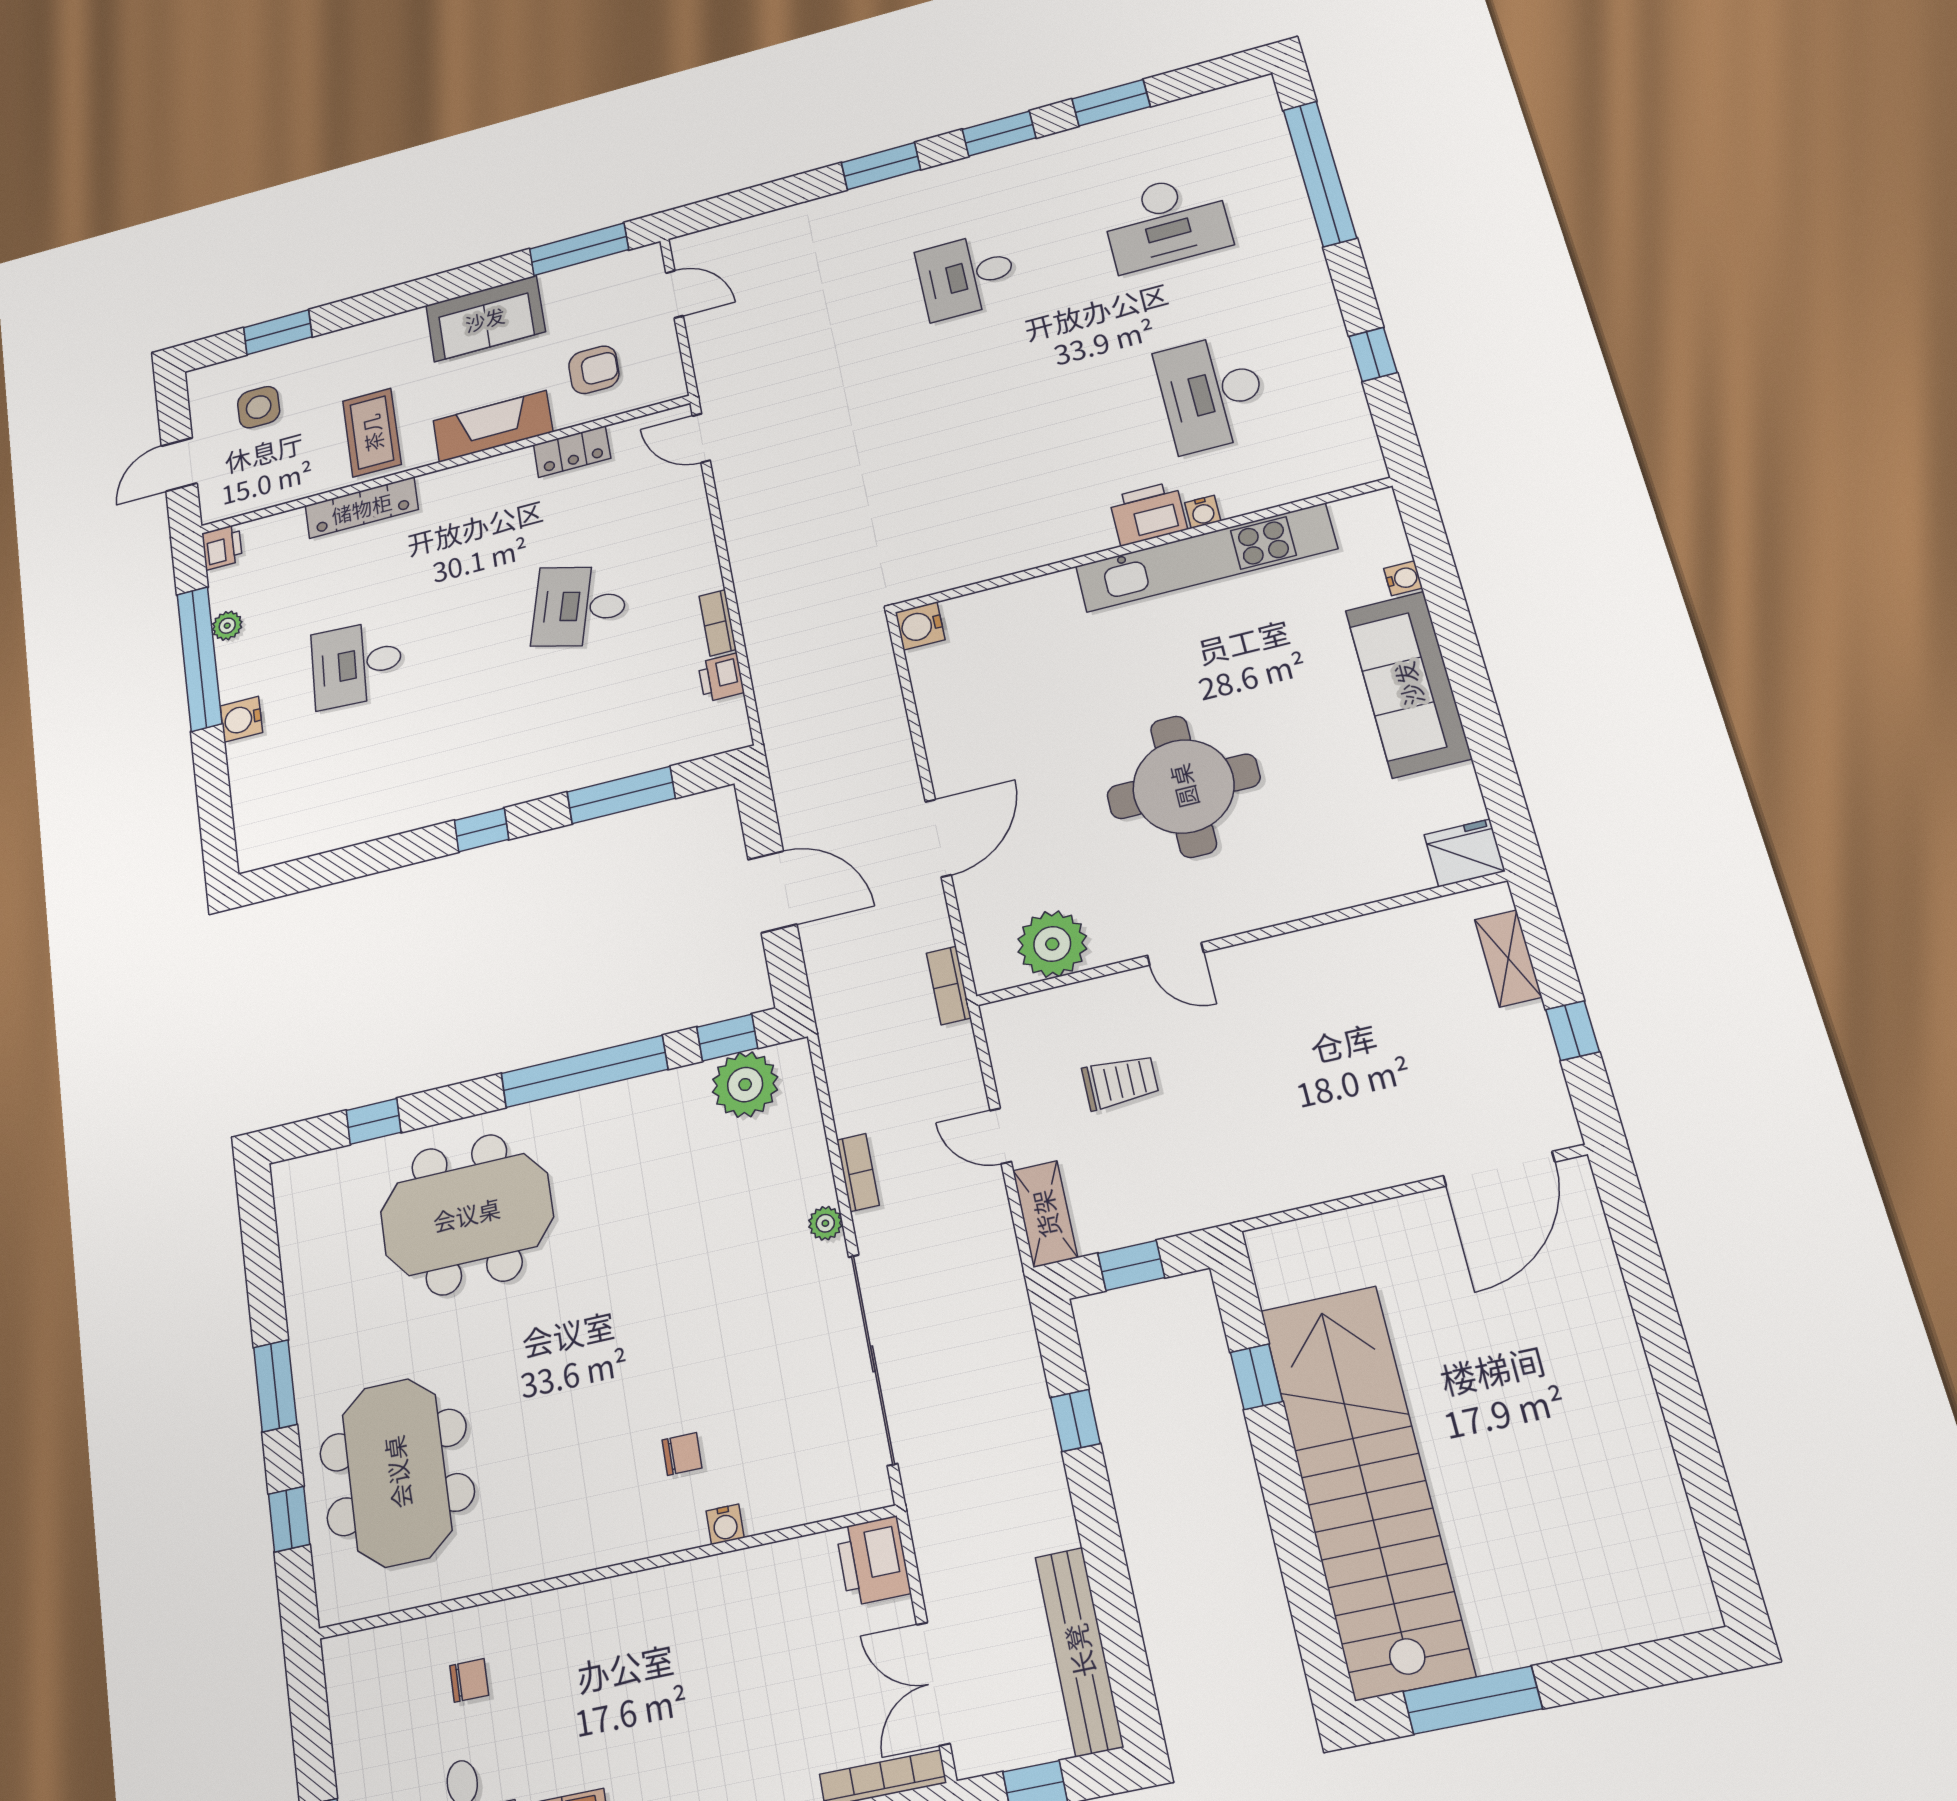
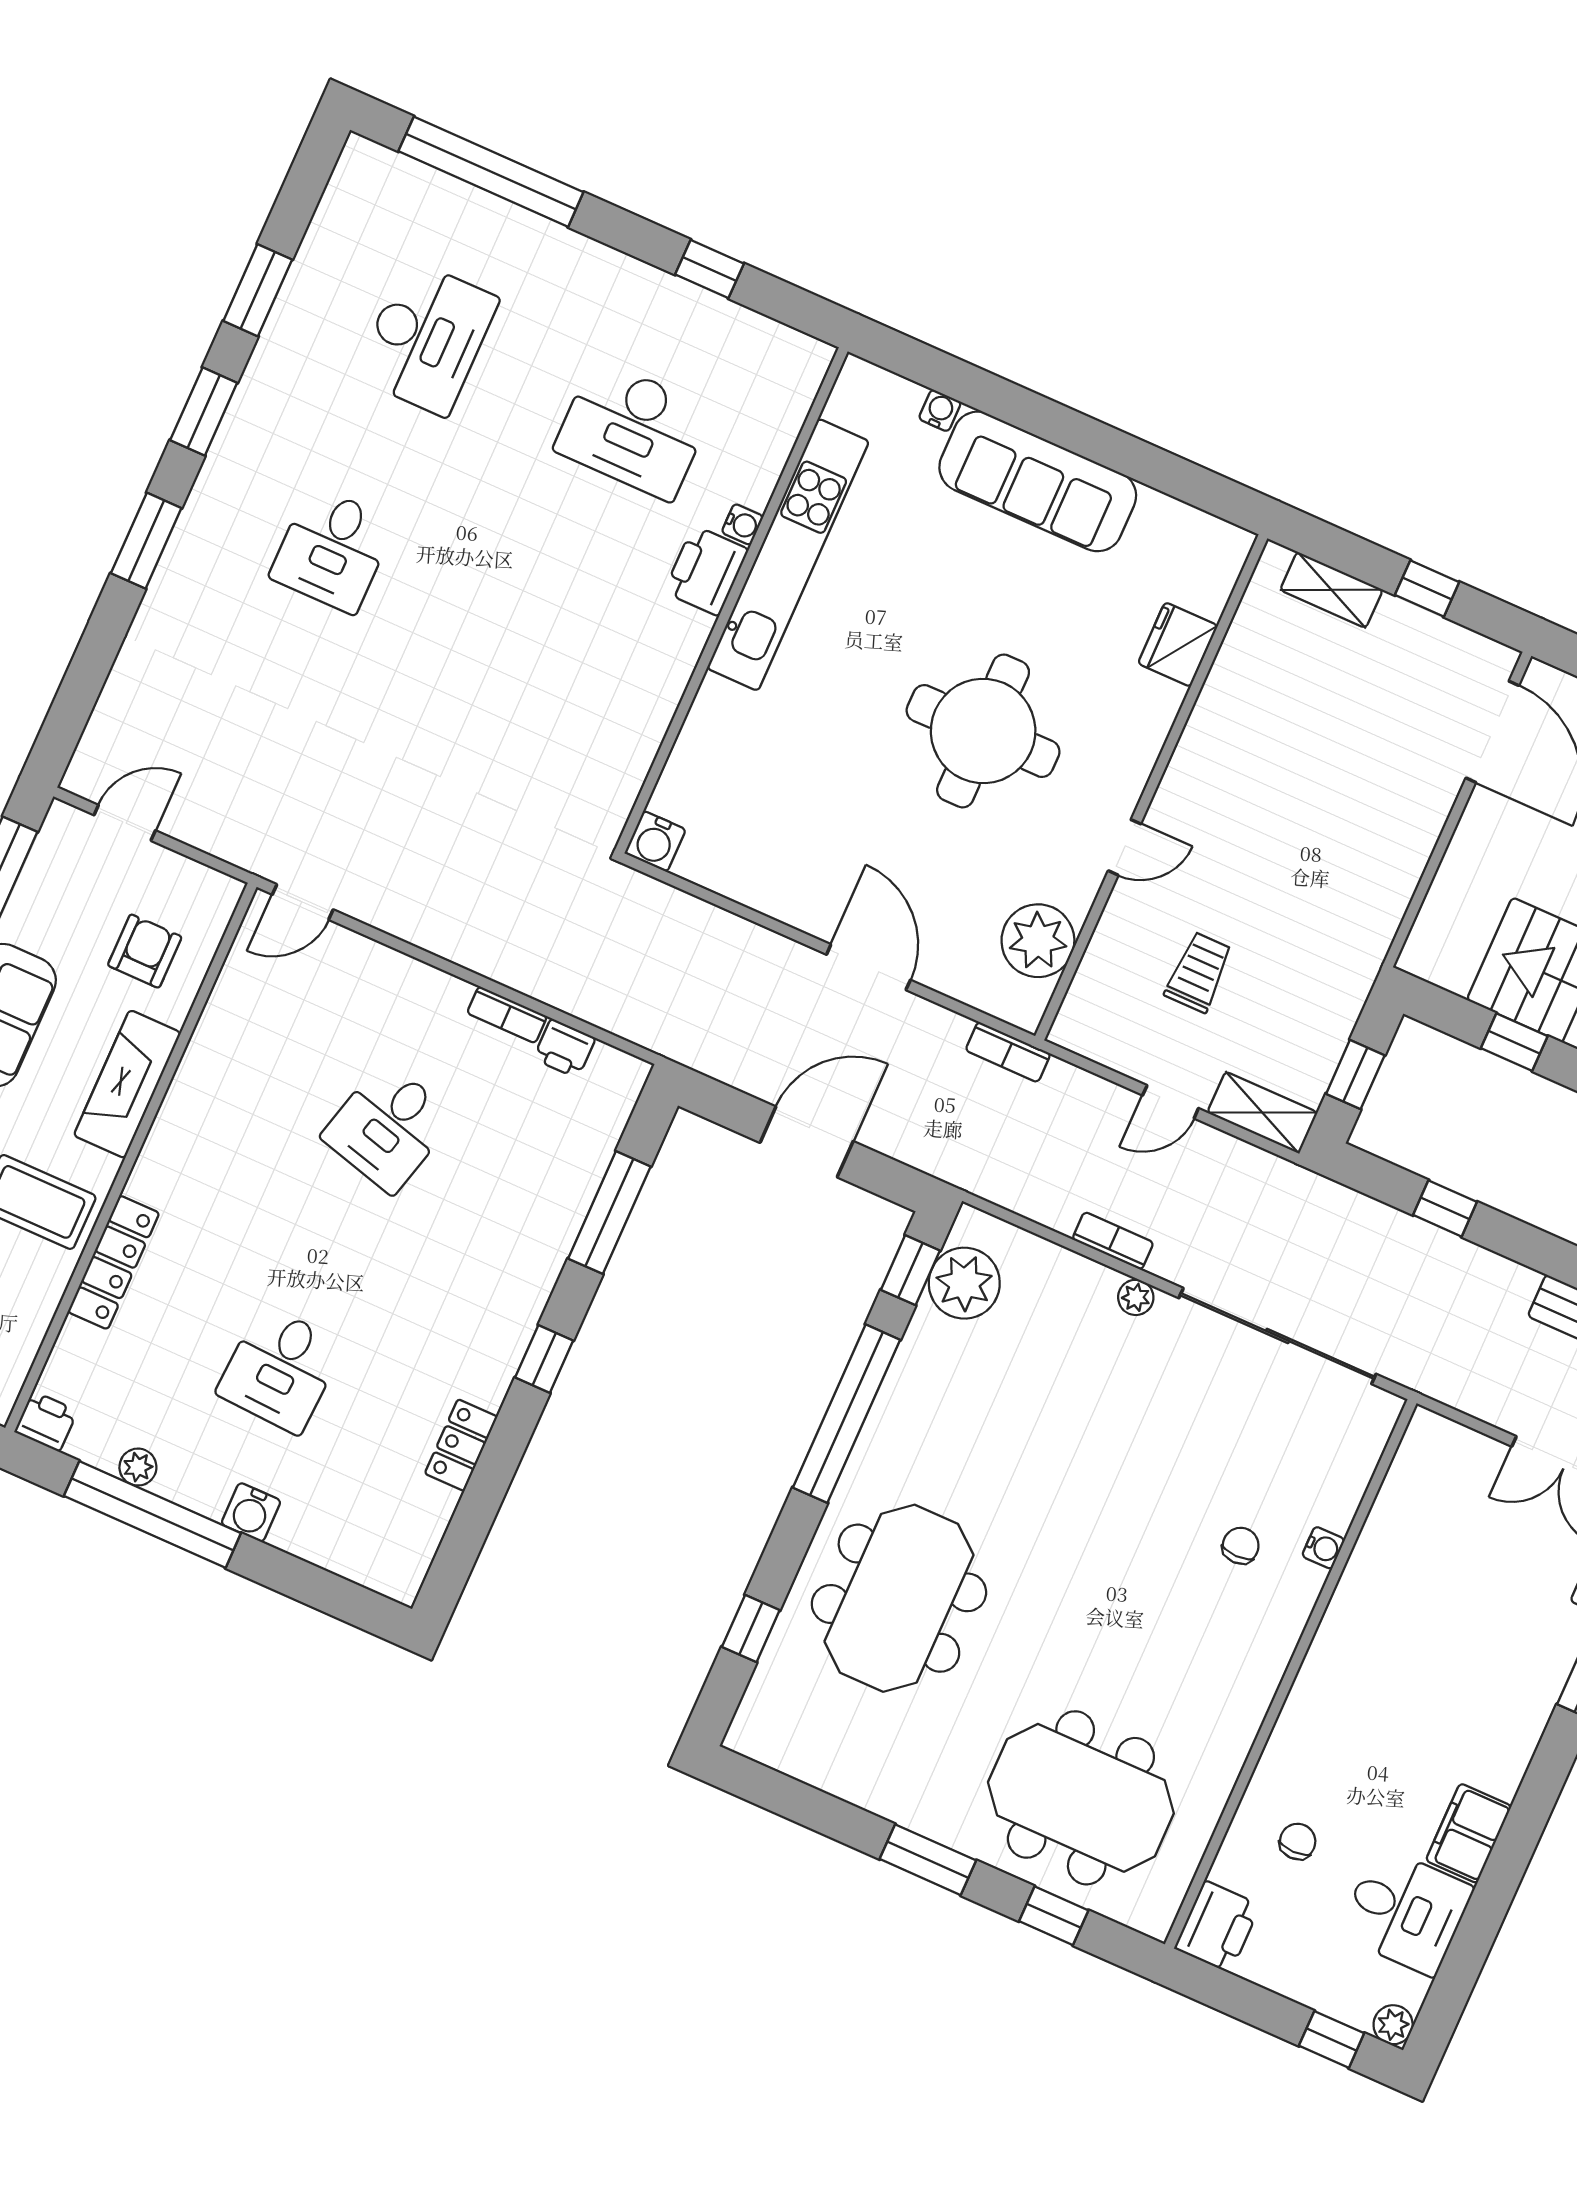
locker: (572, 452) -> (461, 1445), moved, turned 180
fridge: (1465, 853) -> (1178, 644), moved
printer: (873, 1561) -> (1217, 1927), moved, turned -90

